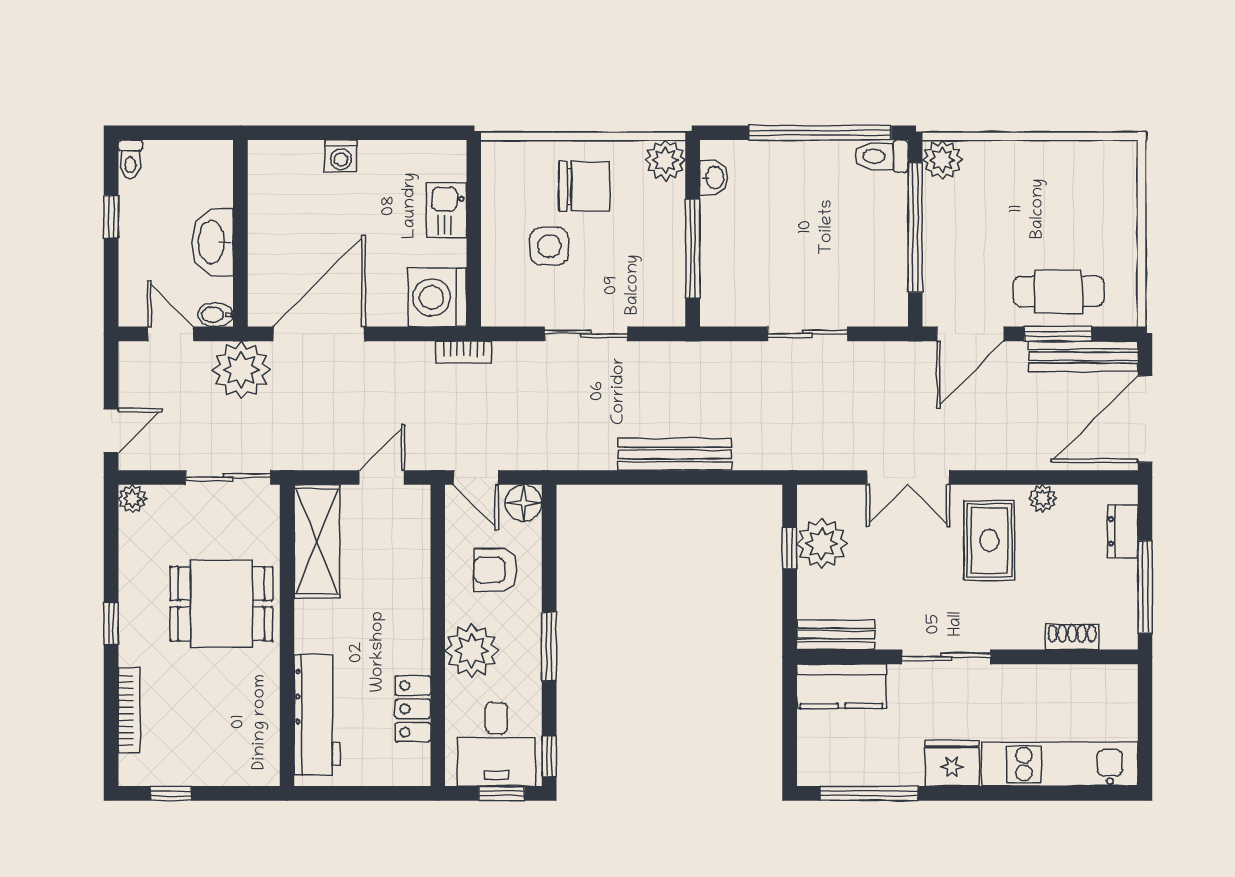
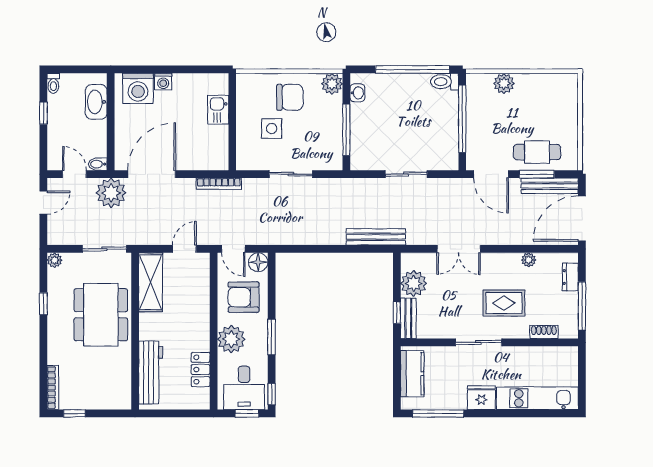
plant: (942, 160) -> (504, 84), moved
washbasin: (213, 242) -> (96, 102), moved
washing machine: (437, 297) -> (138, 88), moved, turned -90
door: (970, 334) -> (491, 174), hinge flipped
bookcase: (464, 352) -> (219, 184), width x1.56
door: (111, 431) -> (43, 203), moved
bench: (675, 454) -> (376, 237), moved
rug: (989, 540) -> (504, 303), moved, turned 90
window: (790, 548) -> (397, 313), moved
armchair: (495, 570) -> (244, 297), width x1.38, depth x1.38
dining table: (221, 604) -> (101, 315), width x1.38
window: (111, 623) -> (43, 304), moved
bench: (836, 635) -> (408, 318), moved, turned 90
kitchen counter: (841, 686) -> (412, 374), moved, turned -90
bookcase: (129, 710) -> (53, 388), moved

